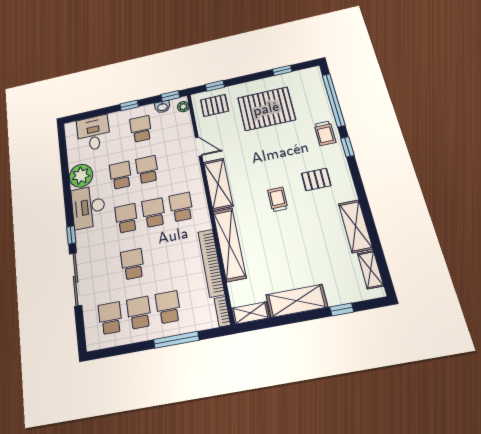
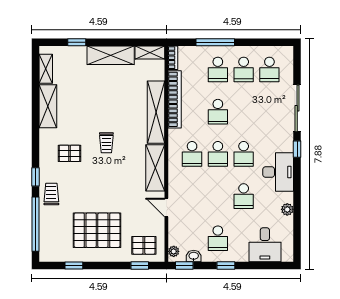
school desk: (147, 169) -> (218, 196), removed
plant: (81, 176) -> (287, 209), width x0.53, depth x0.53
school desk: (133, 264) -> (218, 112), moved

